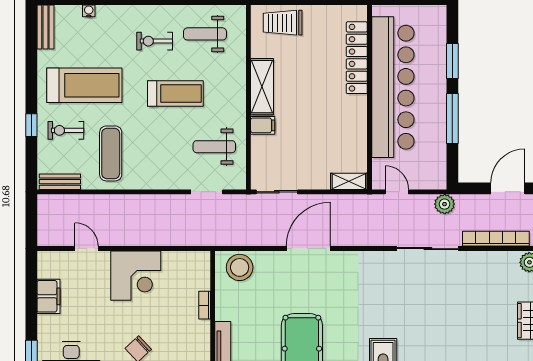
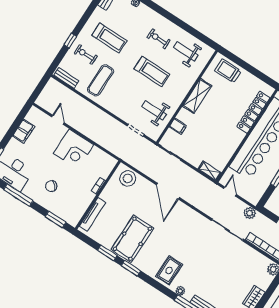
treadmill: (84, 85) -> (109, 38), width x0.73, depth x0.73
filing cabinet: (263, 125) -> (178, 126), moved
door: (308, 249) -> (168, 191), swing flipped

